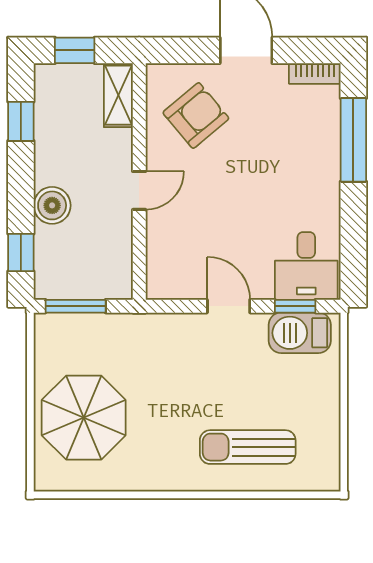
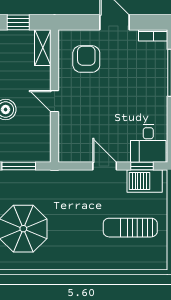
armchair: (196, 116) -> (86, 59), turned -50
door: (139, 190) -> (54, 101), swing flipped
sun lounger: (248, 447) -> (130, 228), moved

